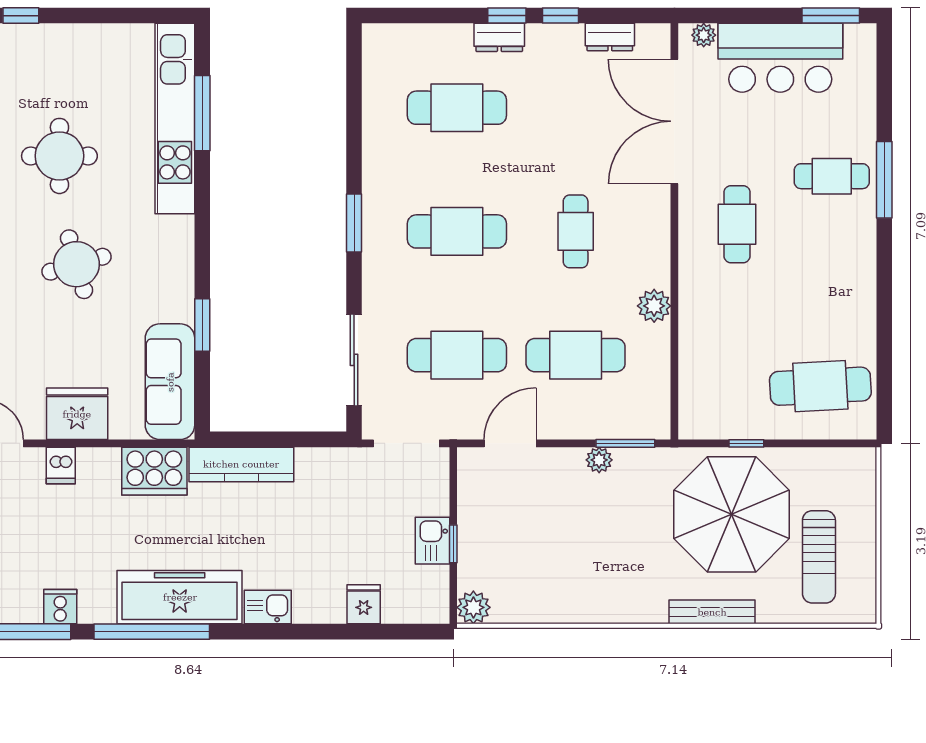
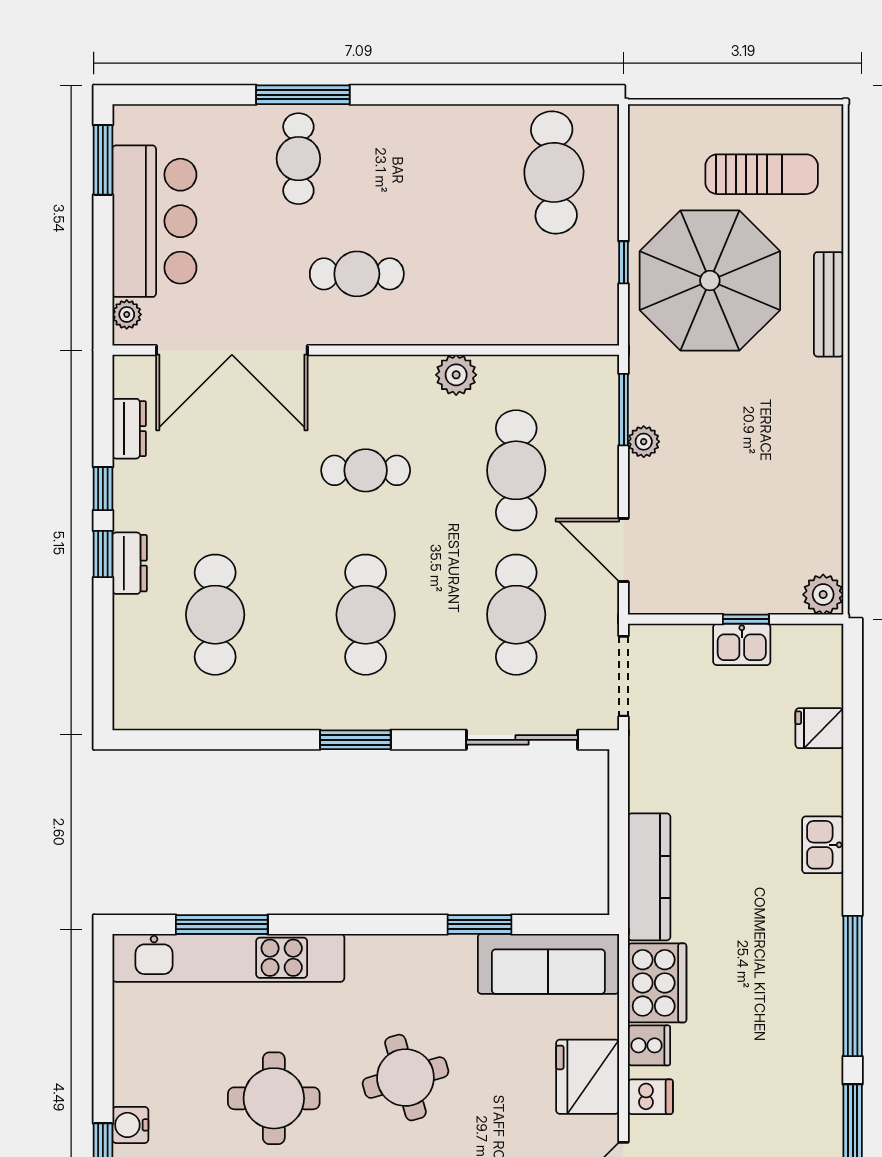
water cooler: (38, 38) -> (130, 1125), added
freezer: (180, 597) -> (811, 952), removed
cooker: (60, 607) -> (649, 1045), moved, turned 180

